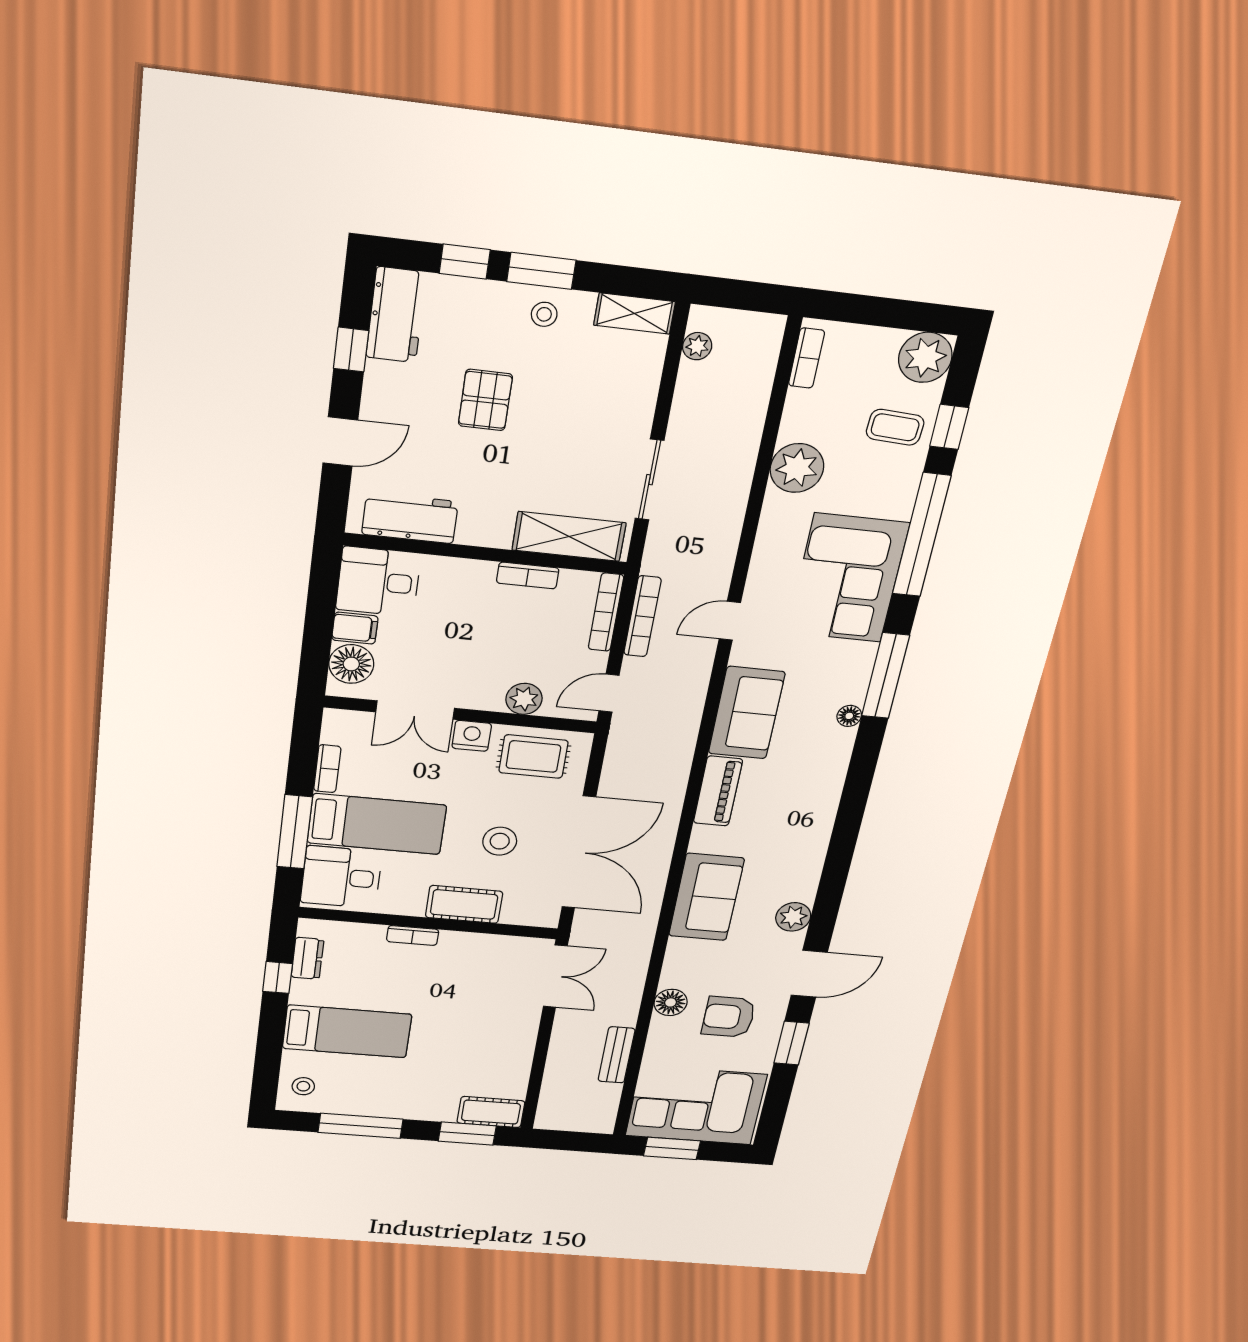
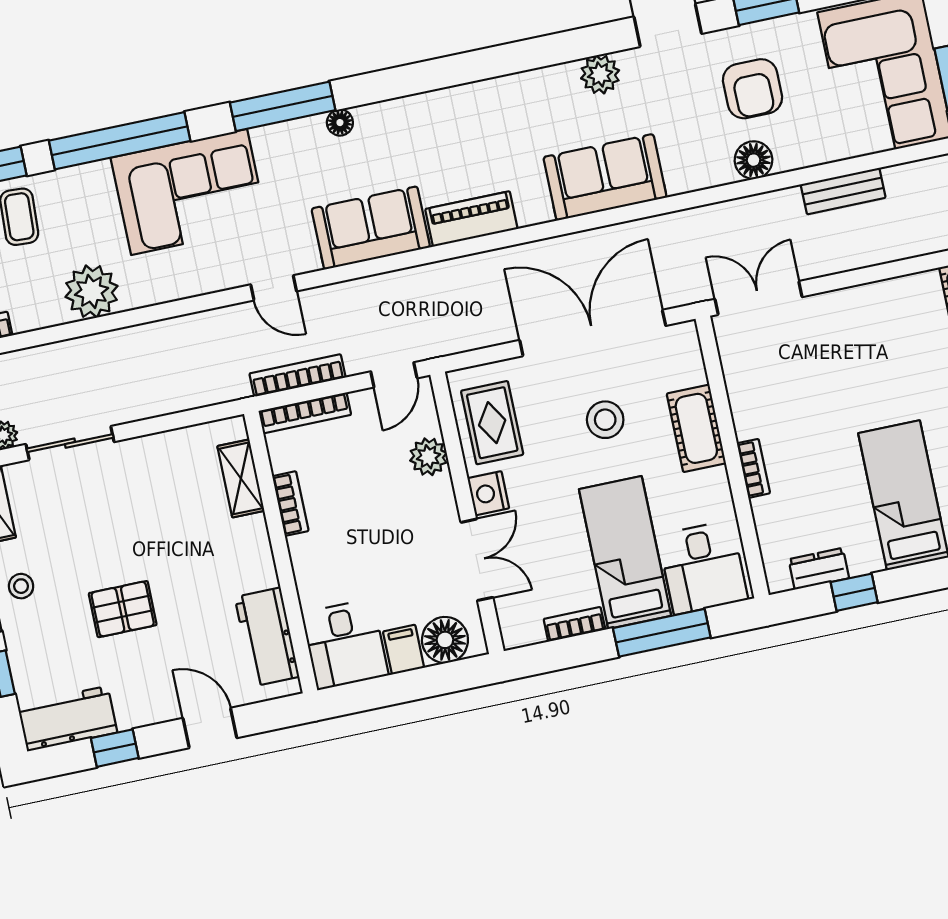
sliding door: (650, 480) -> (70, 443), moved
shelving: (569, 536) -> (241, 478), width x0.67, depth x0.75
door: (609, 693) -> (394, 375), hinge flipped

